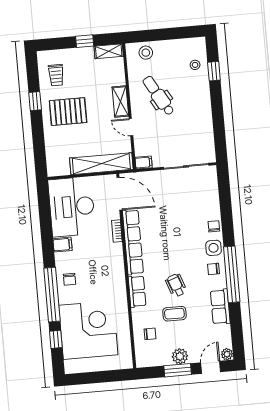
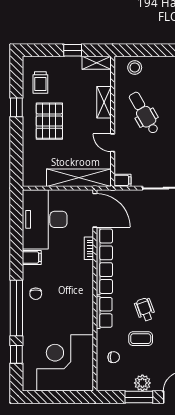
shelving: (120, 101) -> (104, 102), moved
pallet: (68, 112) -> (49, 121), turned 90
corner desk: (88, 330) -> (65, 363), moved, turned -90

